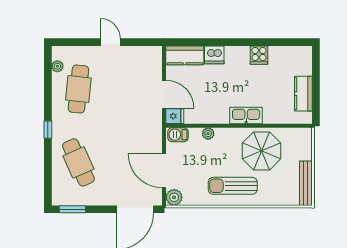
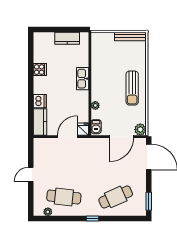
parasol: (262, 151) -> (108, 68), removed

